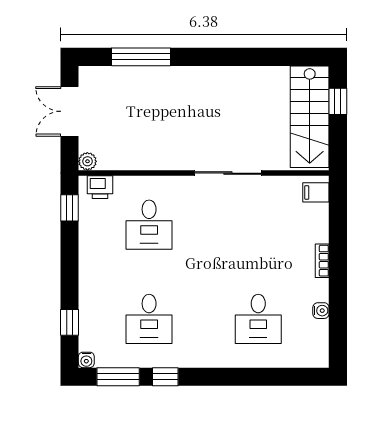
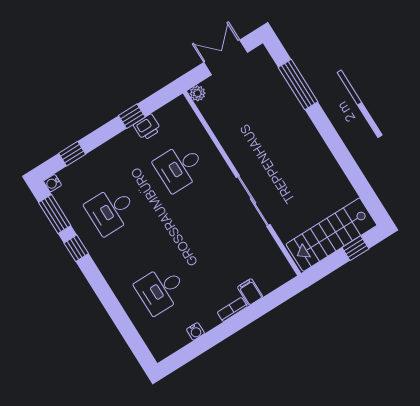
printer: (100, 187) -> (147, 127), moved, turned -90
filing cabinet: (316, 192) -> (250, 292), moved
window: (69, 208) -> (132, 116), moved

